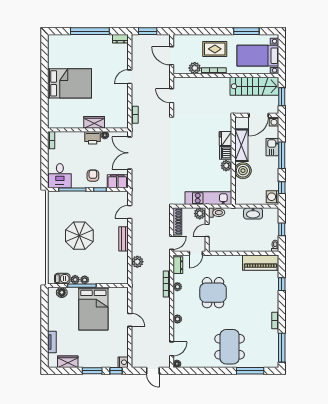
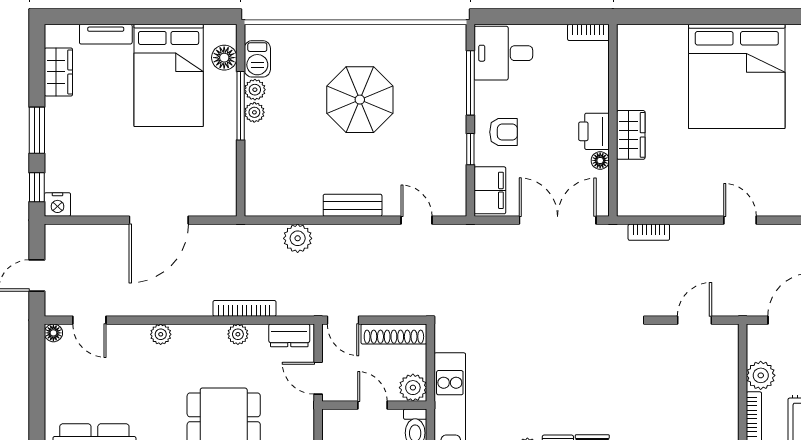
bed: (70, 83) -> (737, 76), width x1.36
bed: (93, 309) -> (169, 75), moved, turned -90
door: (130, 320) -> (159, 220), width x1.88

